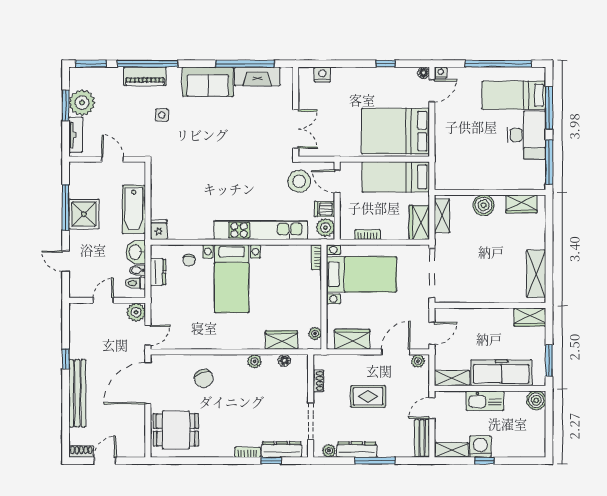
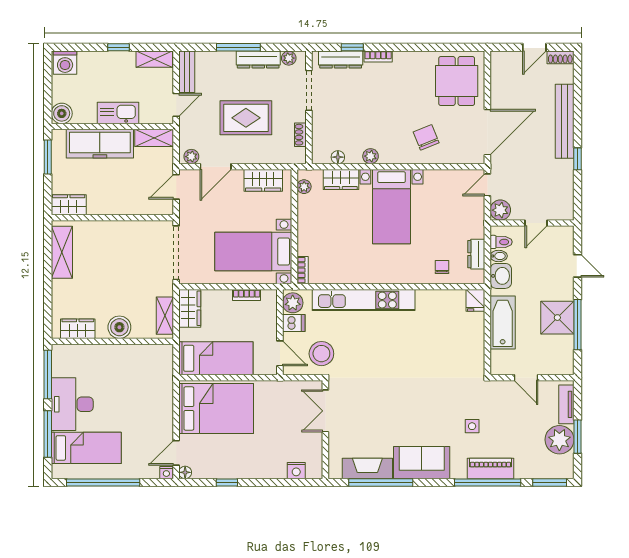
bed with nightstands: (232, 279) -> (391, 207), moved, turned 180
rug: (368, 396) -> (246, 118), width x1.36, depth x1.43
dining table: (176, 430) -> (457, 81), turned 90
washing machine: (480, 447) -> (65, 63), moved

